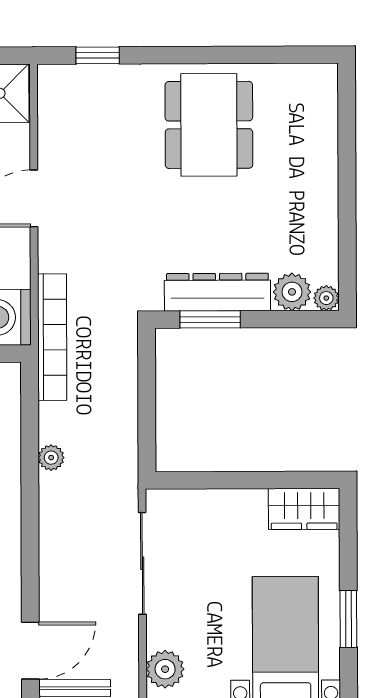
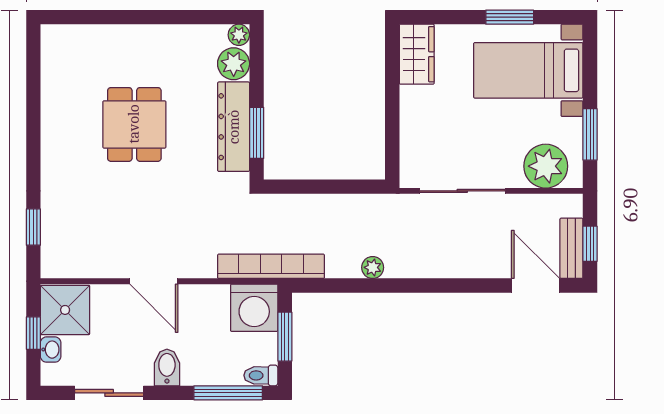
dining table: (209, 125) -> (134, 124), moved, width x0.73
plant: (165, 669) -> (546, 166), width x1.36, depth x1.36

